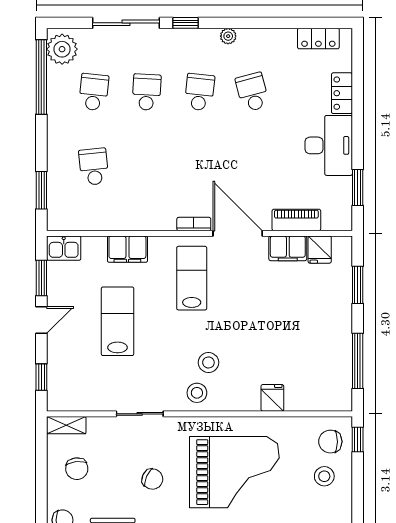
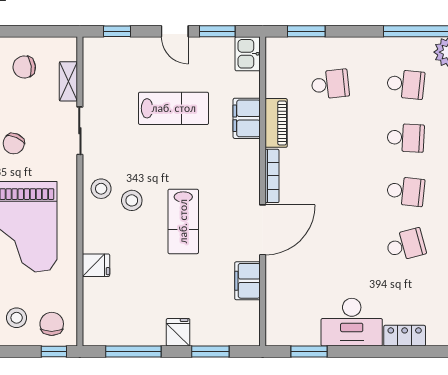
piano: (296, 220) -> (276, 123), moved
bookcase: (194, 224) -> (272, 176), width x1.56
fridge: (320, 250) -> (178, 332), moved, turned 90
lab bench: (192, 278) -> (183, 221), moved, turned 90
shelving: (66, 425) -> (68, 81), moved

